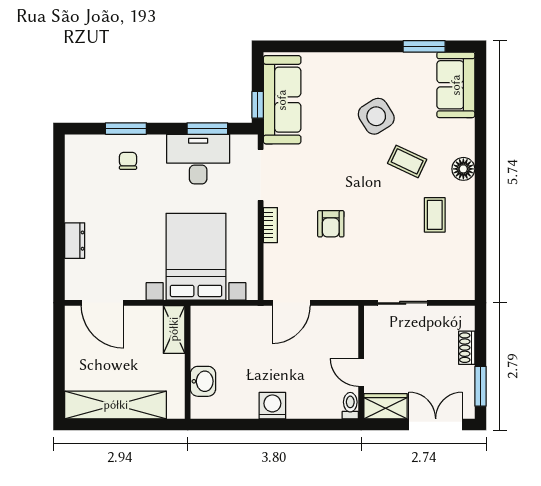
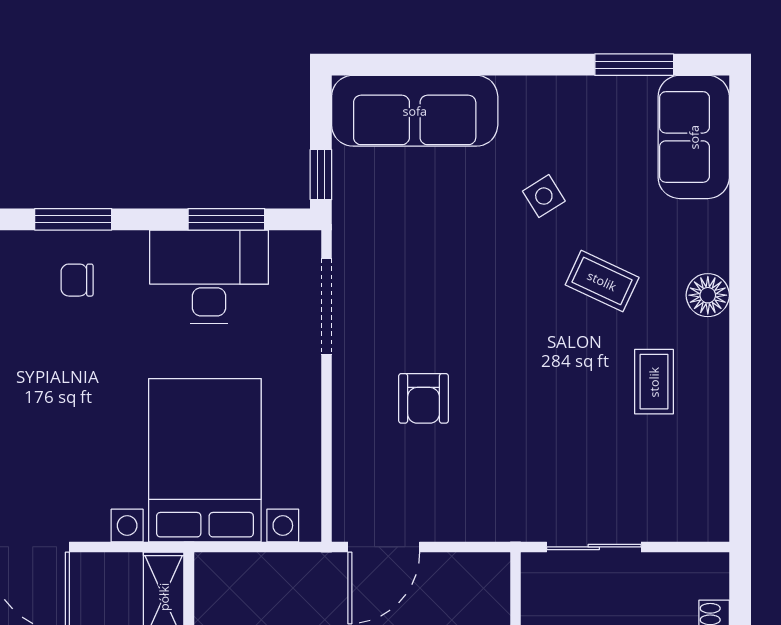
sofa: (282, 100) -> (415, 111), moved, turned 90
side table: (376, 116) -> (544, 196), width x0.54, depth x0.54
chair: (128, 161) -> (77, 280), turned -90
armchair: (331, 224) -> (424, 398), moved
bookcase: (270, 225) -> (345, 401), removed

